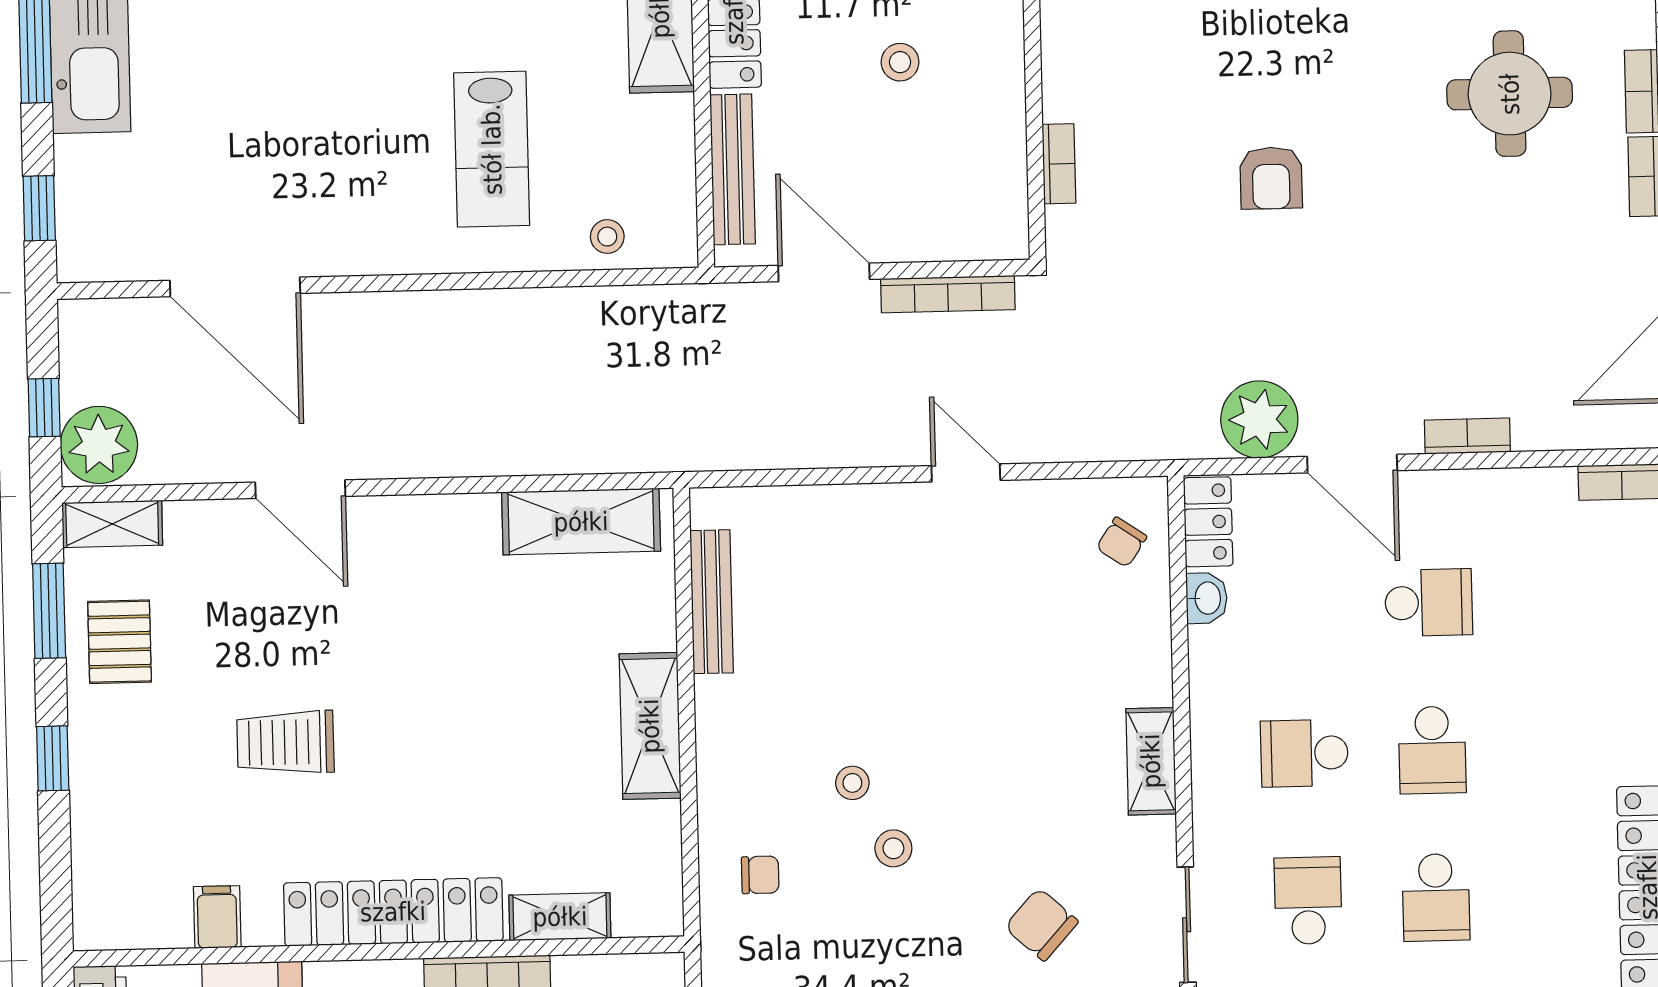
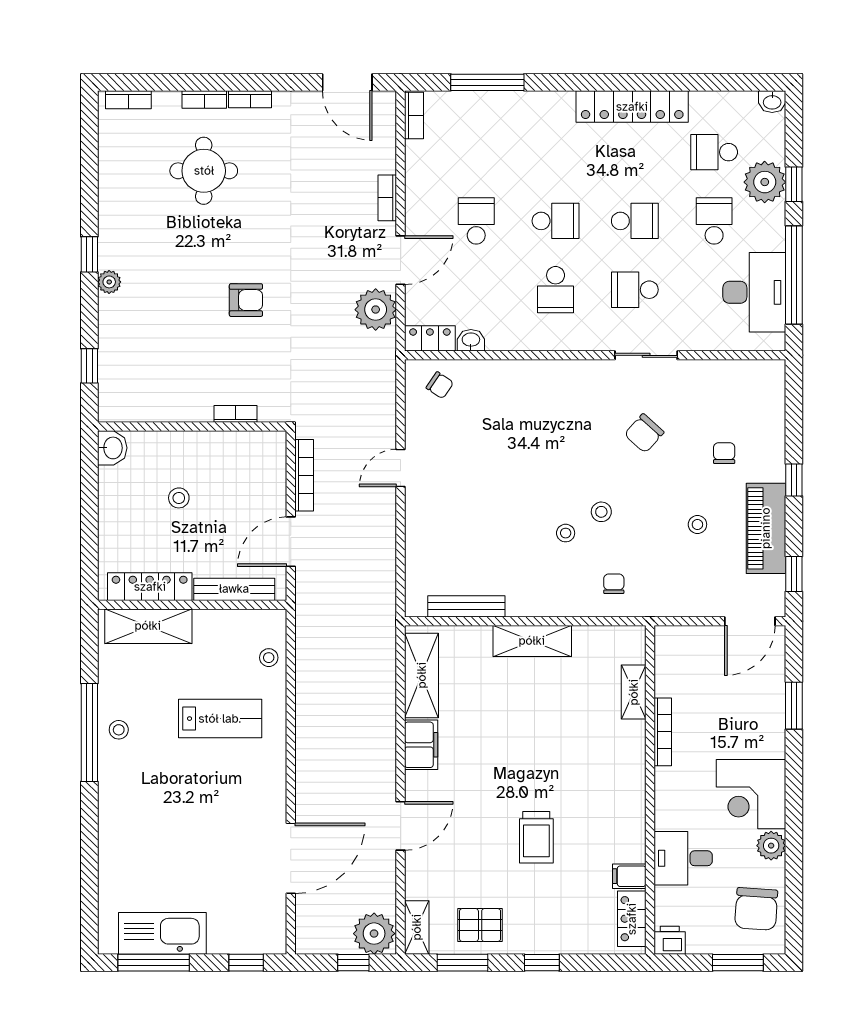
filing cabinet: (452, 524) -> (421, 745), added
shelving: (1151, 761) -> (558, 372), removed
locker: (393, 912) -> (632, 919), moved, width x0.46, depth x0.83

